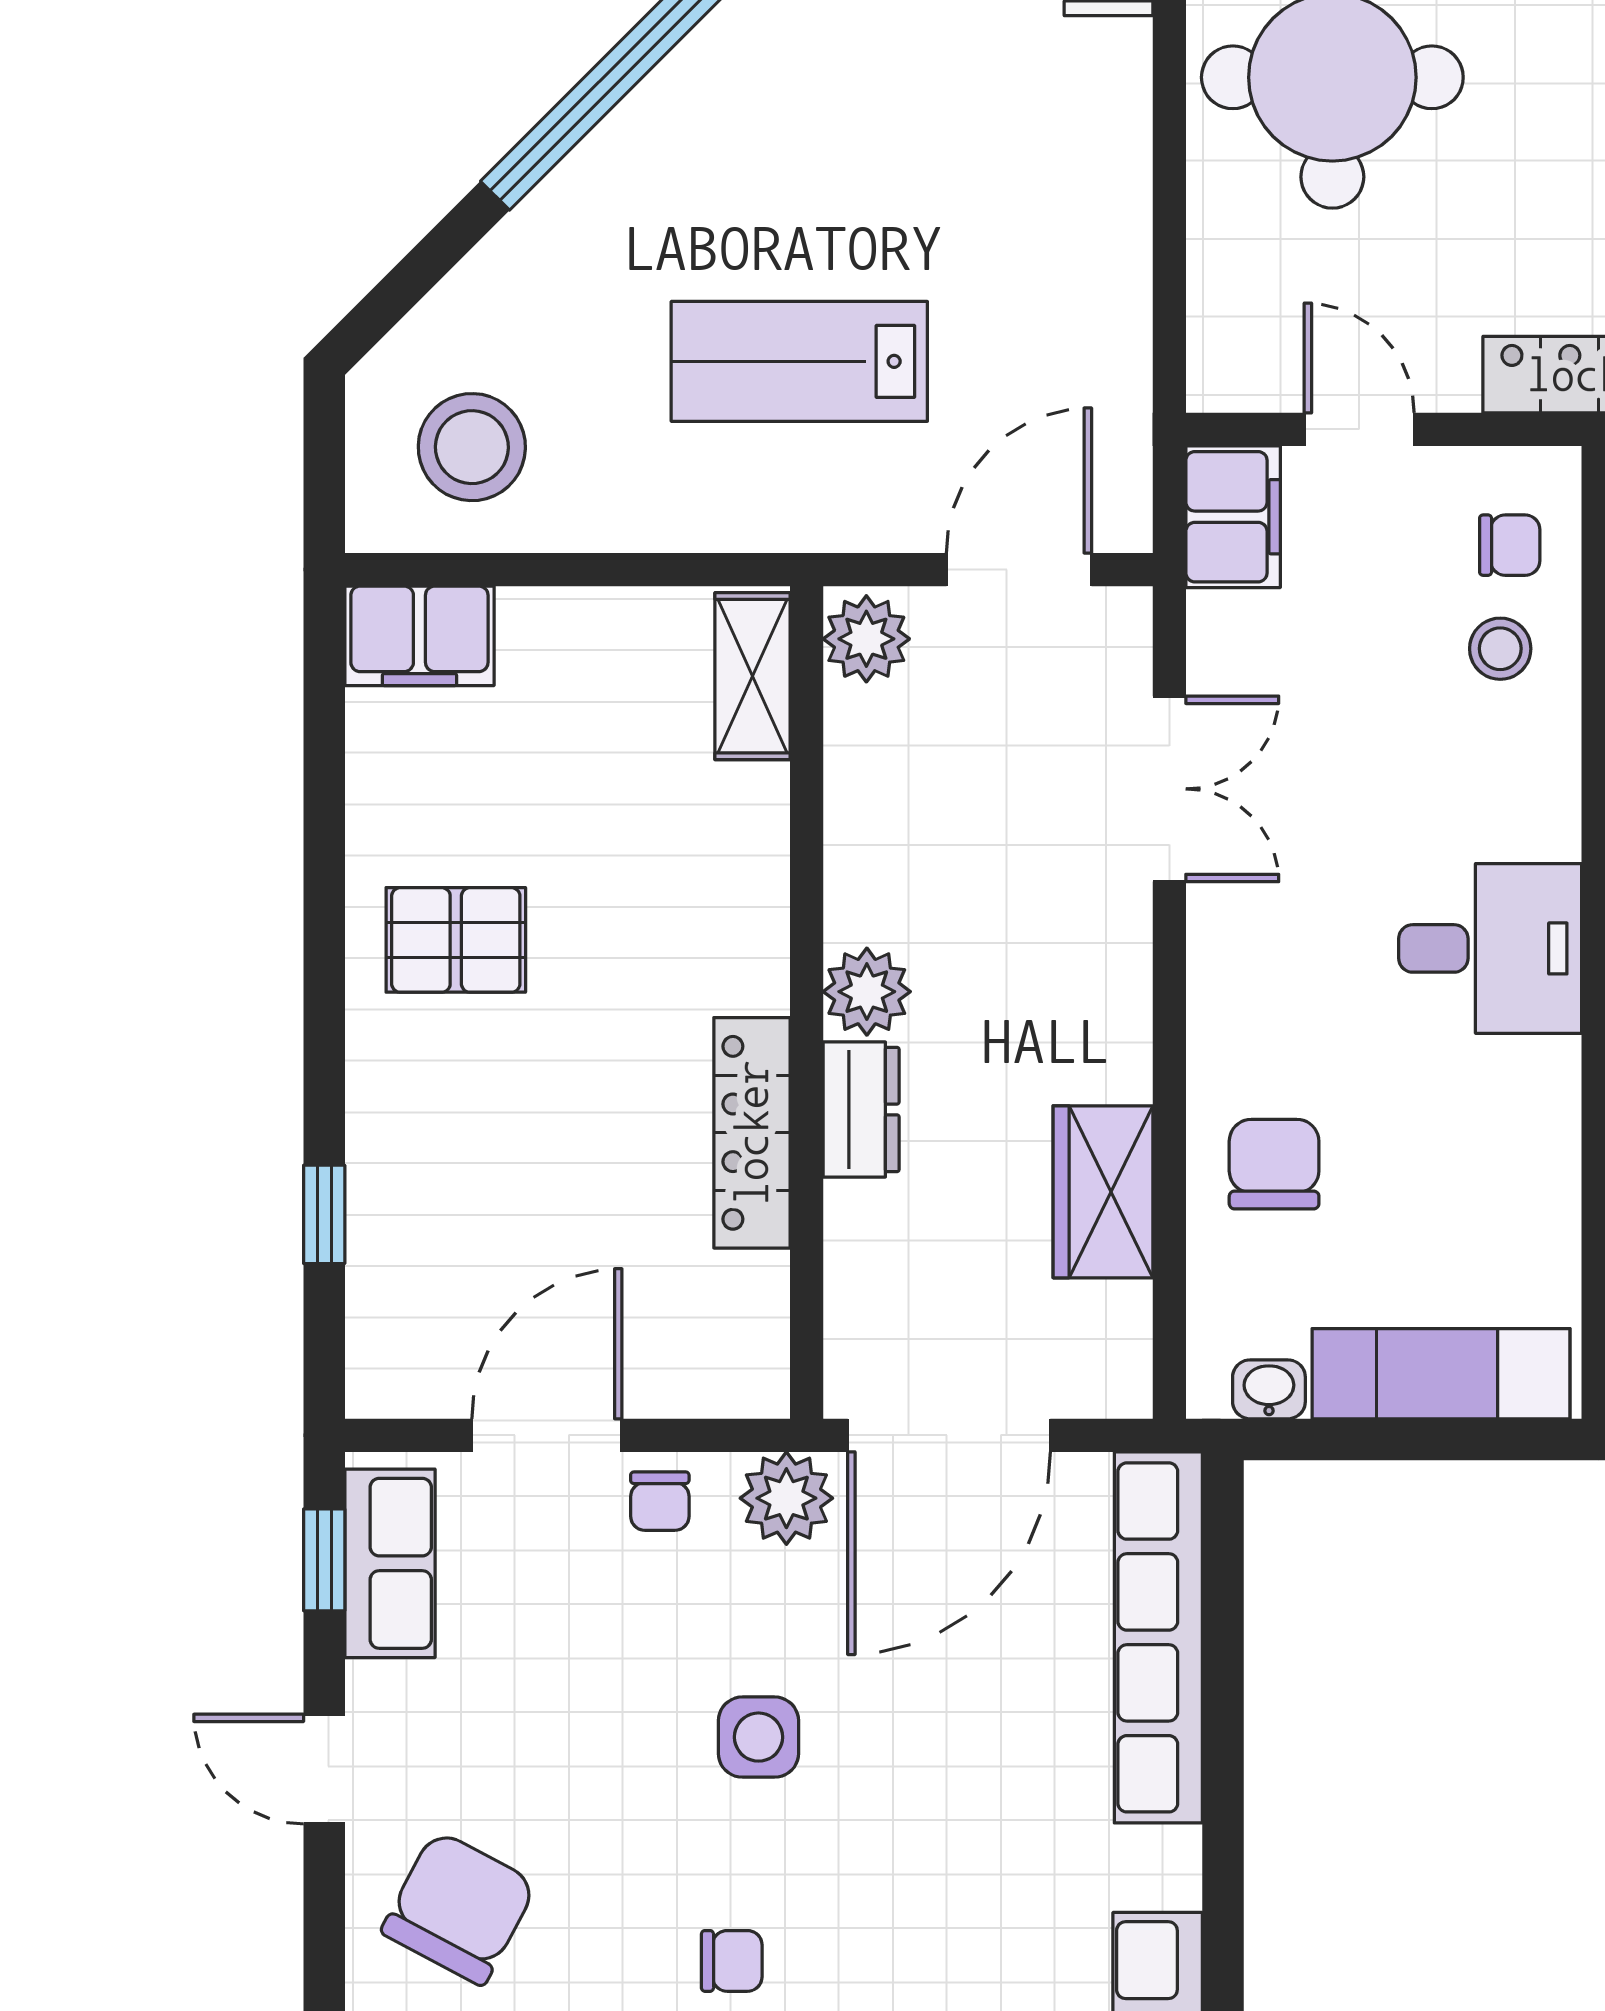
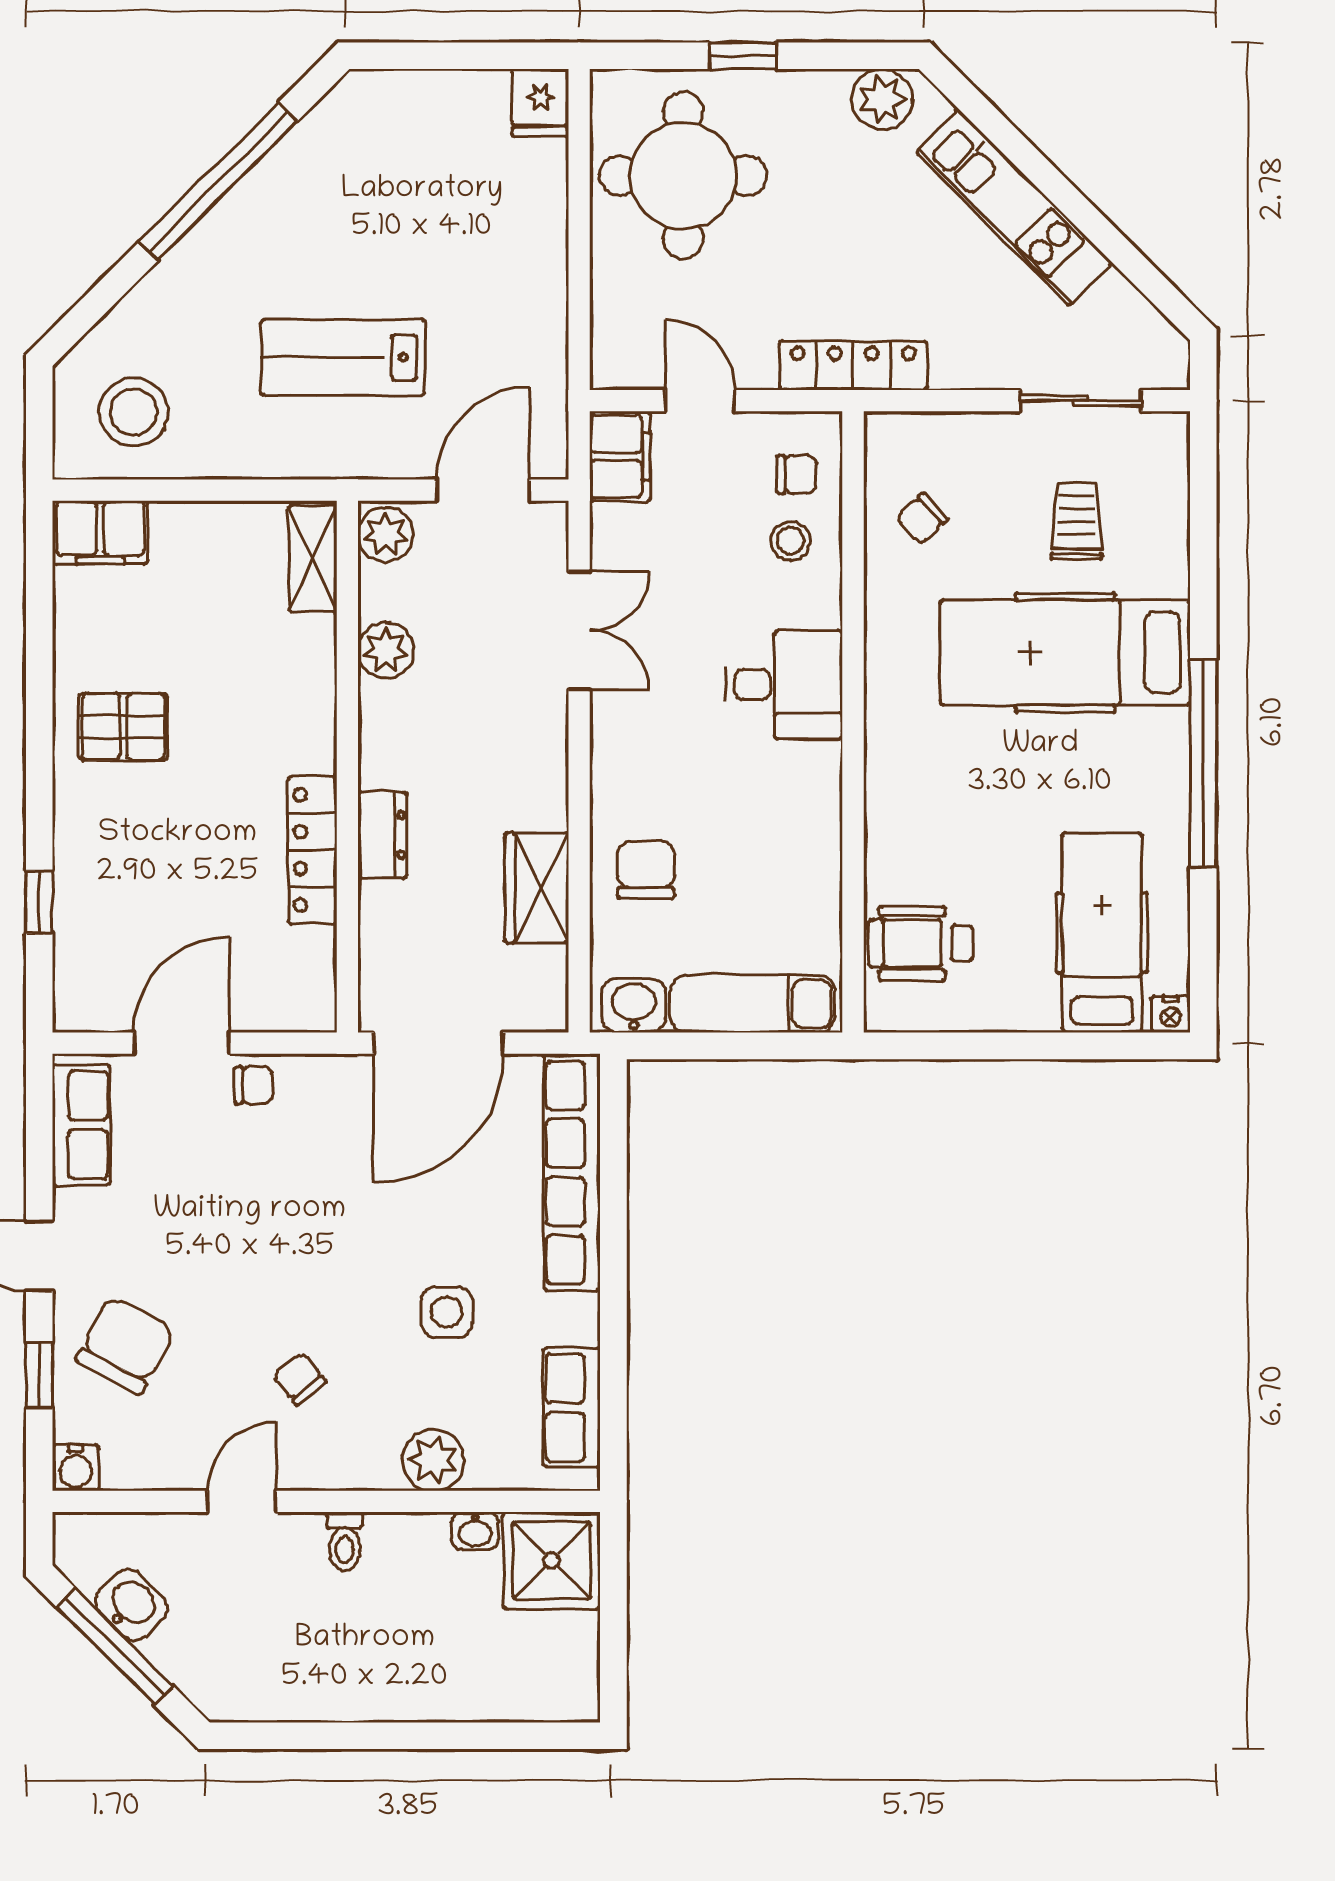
desk: (1490, 948) -> (784, 685), moved
plant: (867, 992) -> (386, 650), moved
washbasin: (1269, 1389) -> (634, 1005), width x1.38, depth x1.45
plant: (786, 1498) -> (334, 1083), removed
chair: (660, 1501) -> (254, 1085), turned -90
window: (324, 1560) -> (39, 1375), moved
side table: (758, 1737) -> (447, 1312), moved
chair: (732, 1961) -> (300, 1379), turned -129

